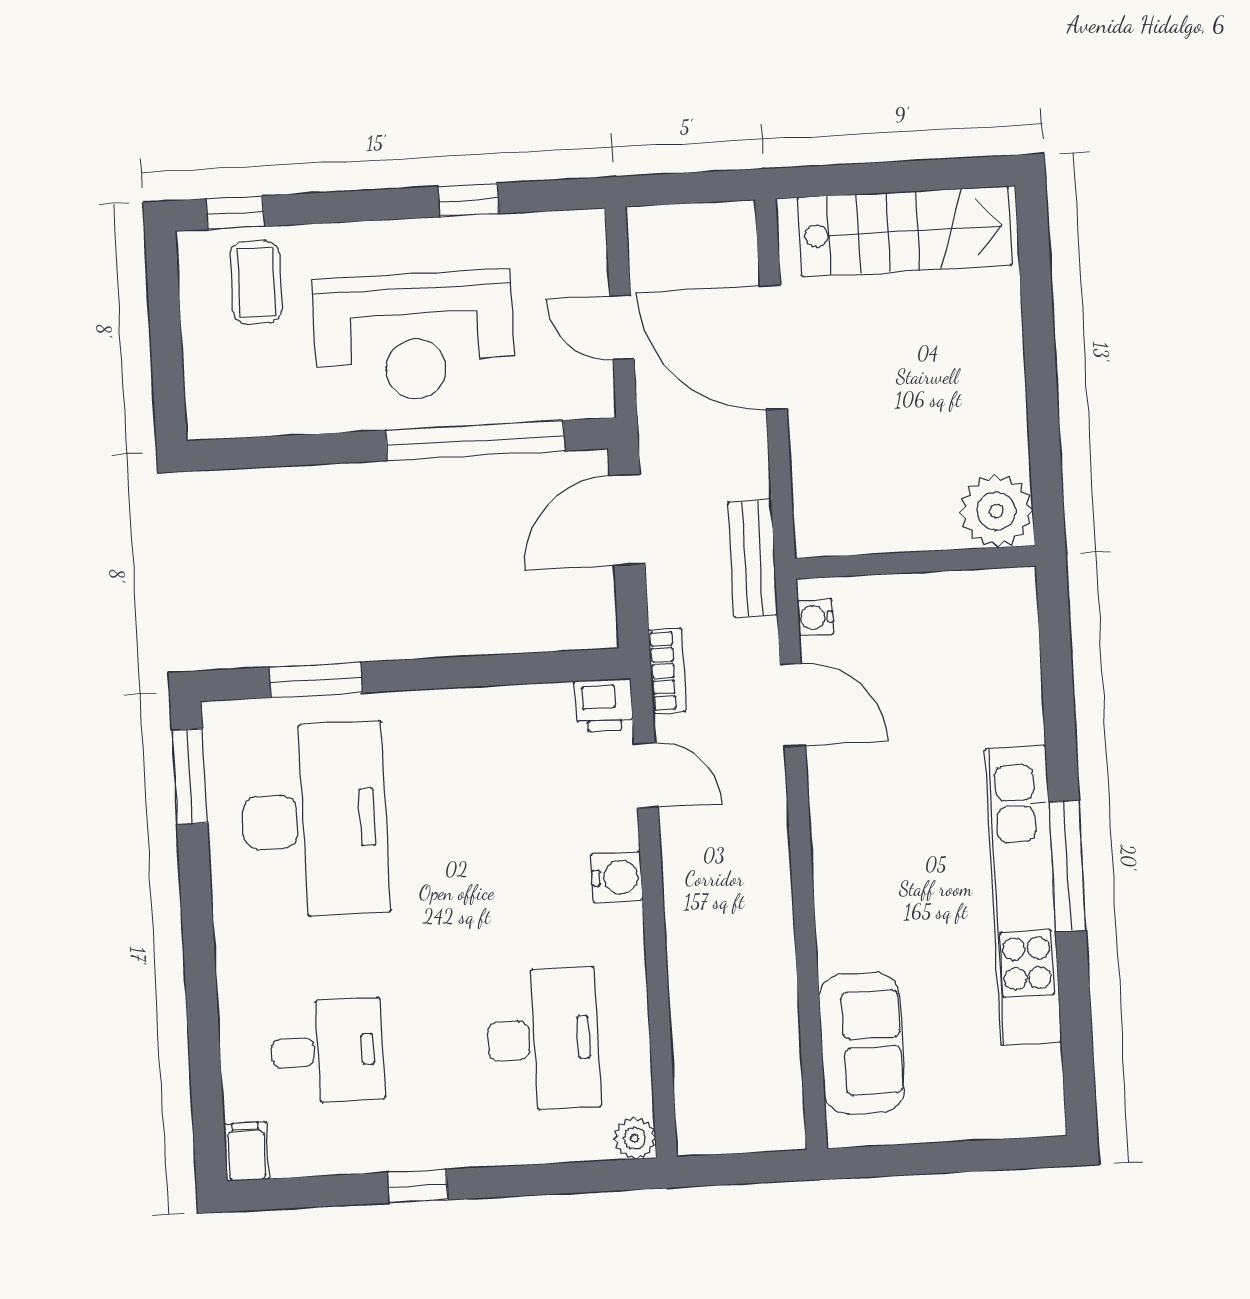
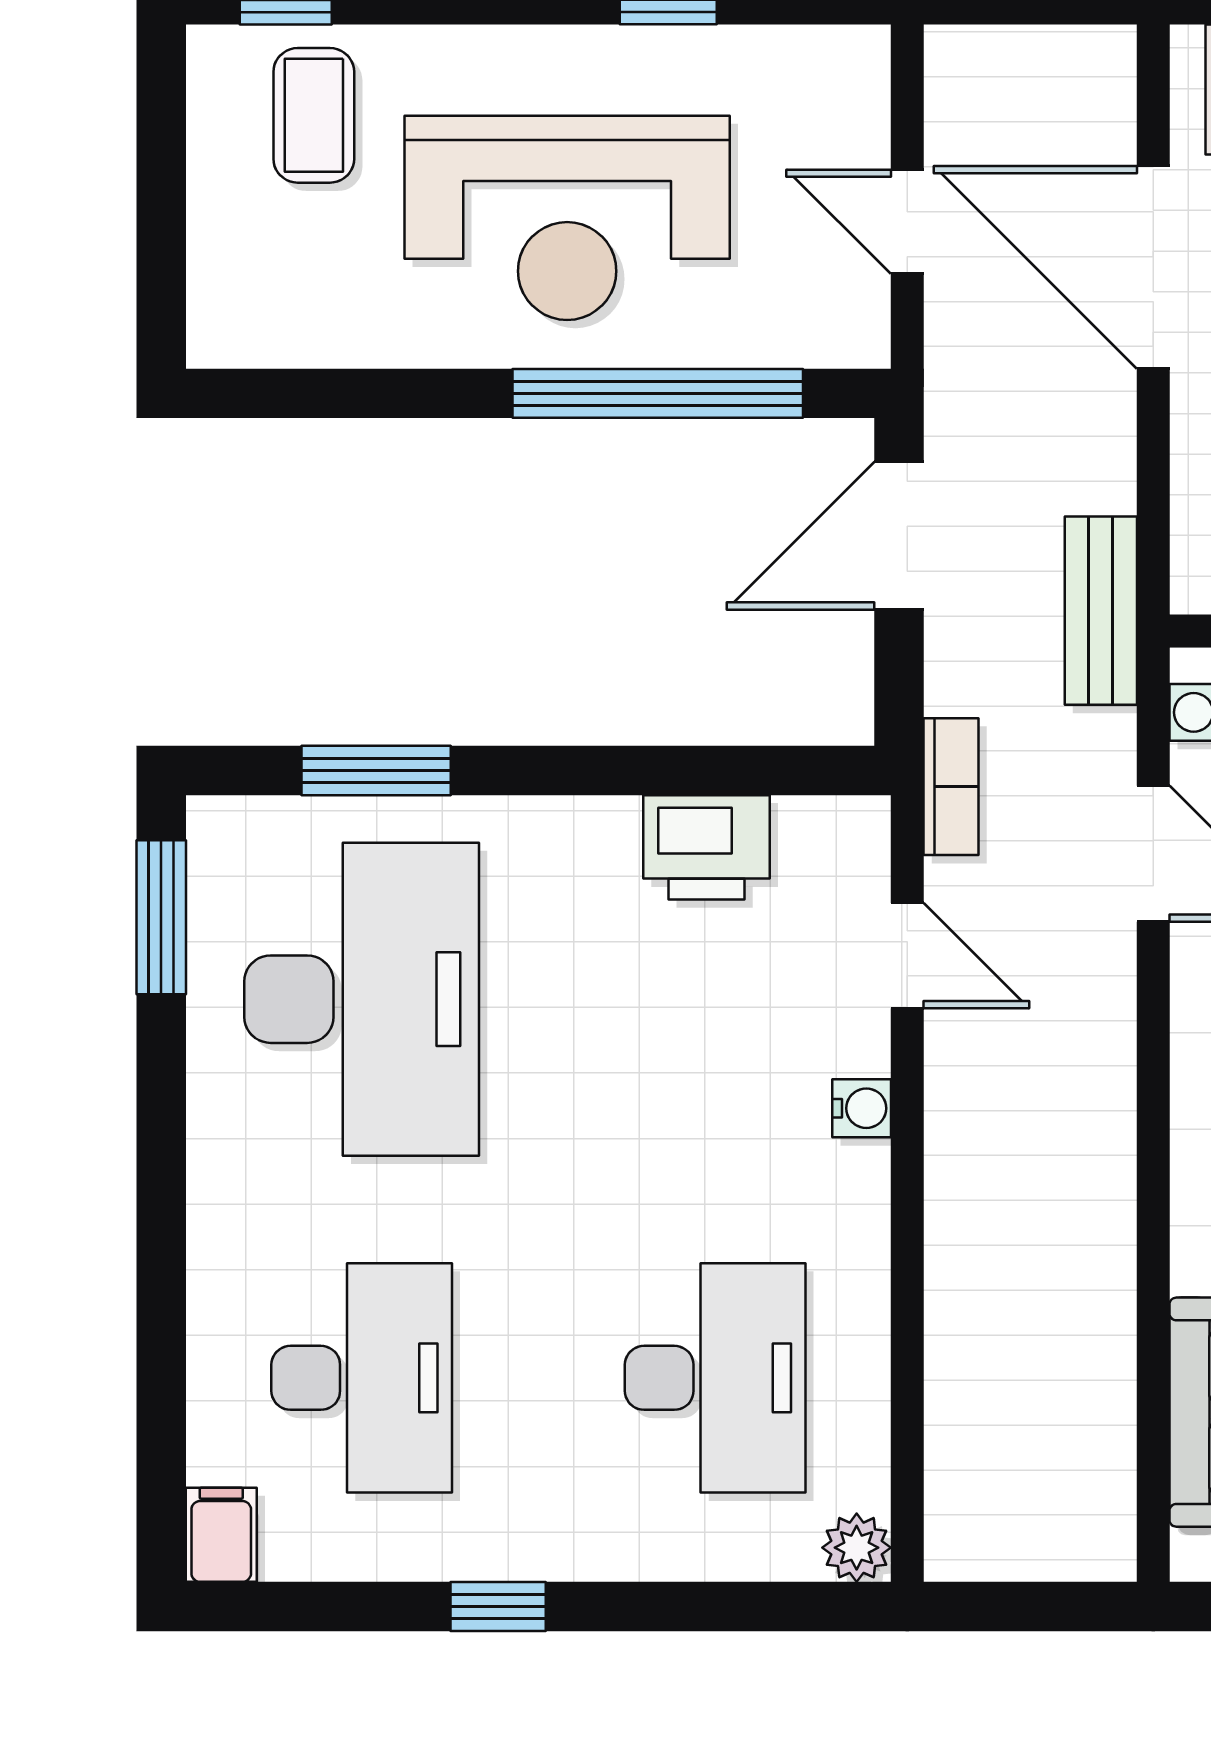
printer: (604, 705) -> (706, 847), moved, width x1.36, depth x1.24
water cooler: (617, 877) -> (862, 1108), width x0.72, depth x0.72
desk: (327, 1051) -> (362, 1378), width x1.37

